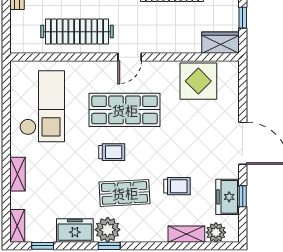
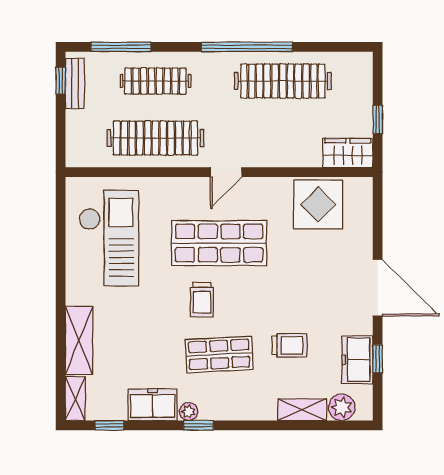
trolley: (112, 152) -> (202, 300), turned 90
shelving: (17, 174) -> (79, 340), width x1.50, depth x1.33
plant: (108, 230) -> (188, 412), width x0.53, depth x0.53

